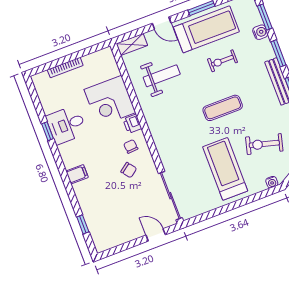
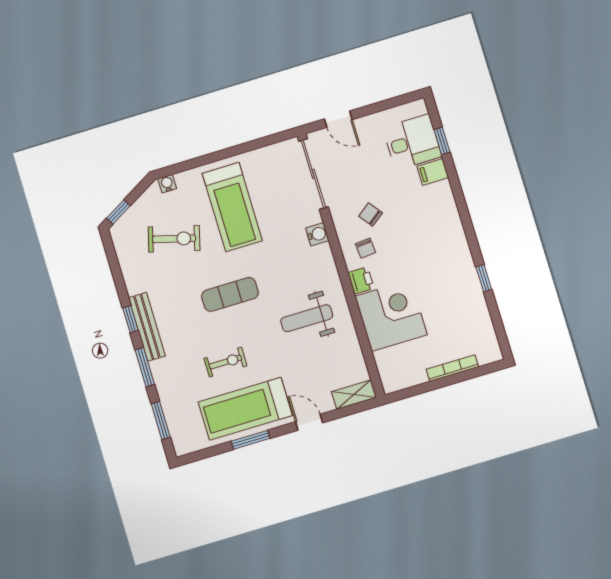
water cooler: (260, 32) -> (317, 234), moved, turned 180
weight bench: (162, 76) -> (307, 318), moved
desk: (67, 125) -> (412, 142), moved
filing cabinet: (77, 174) -> (433, 172), moved

